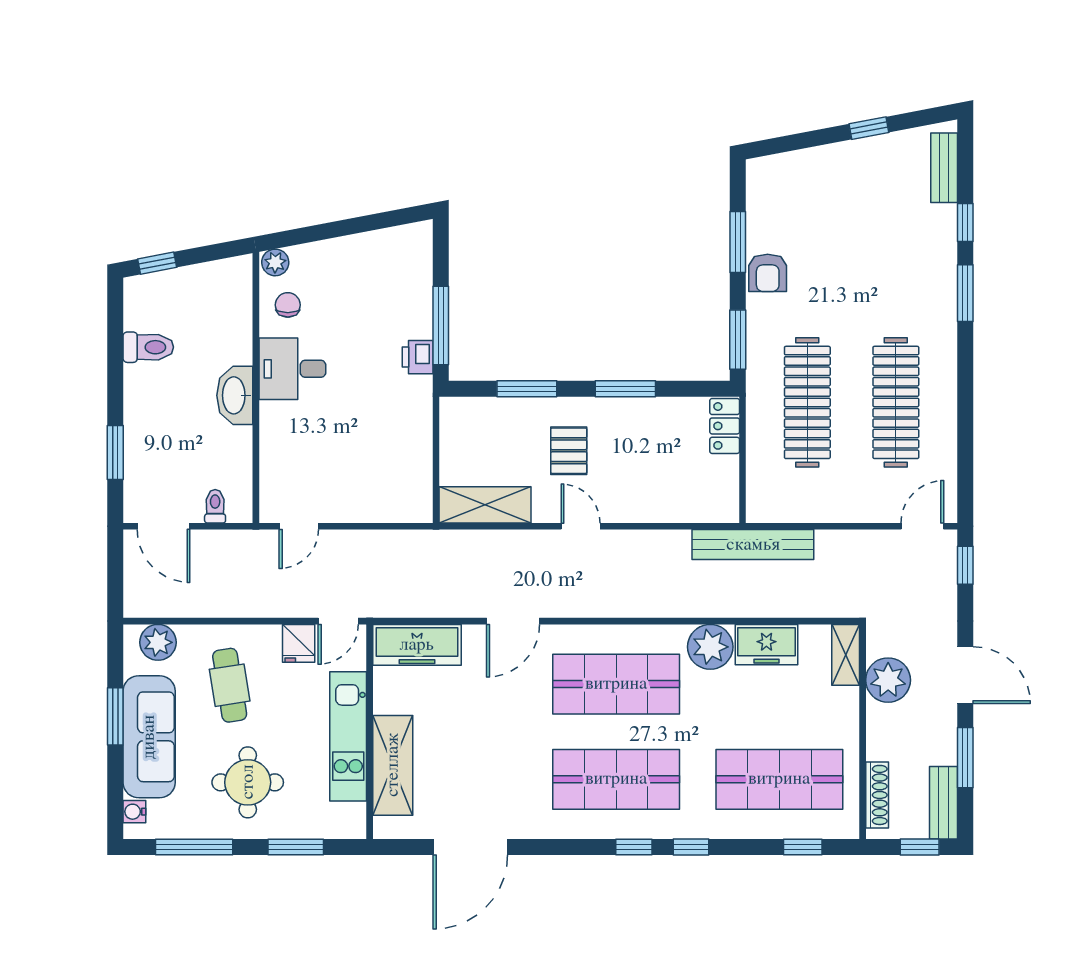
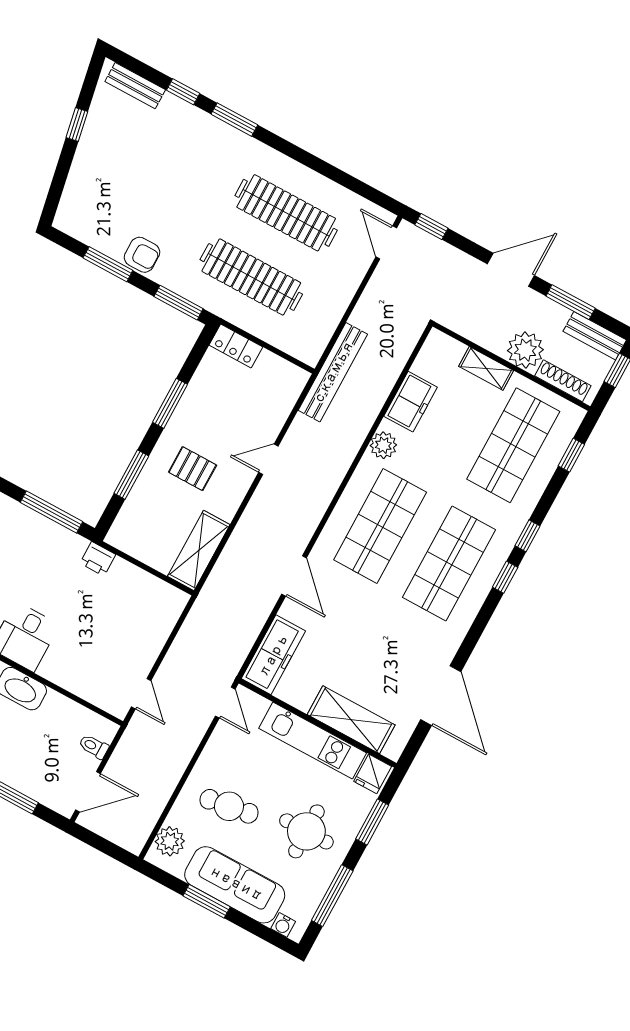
printer: (418, 357) -> (98, 559), moved
door: (581, 526) -> (268, 459), moved
fridge: (299, 643) -> (373, 774), moved, turned 90
plant: (710, 647) -> (383, 445), width x0.73, depth x0.73
shelving: (846, 655) -> (486, 368), moved
plant: (888, 680) -> (525, 350), moved

